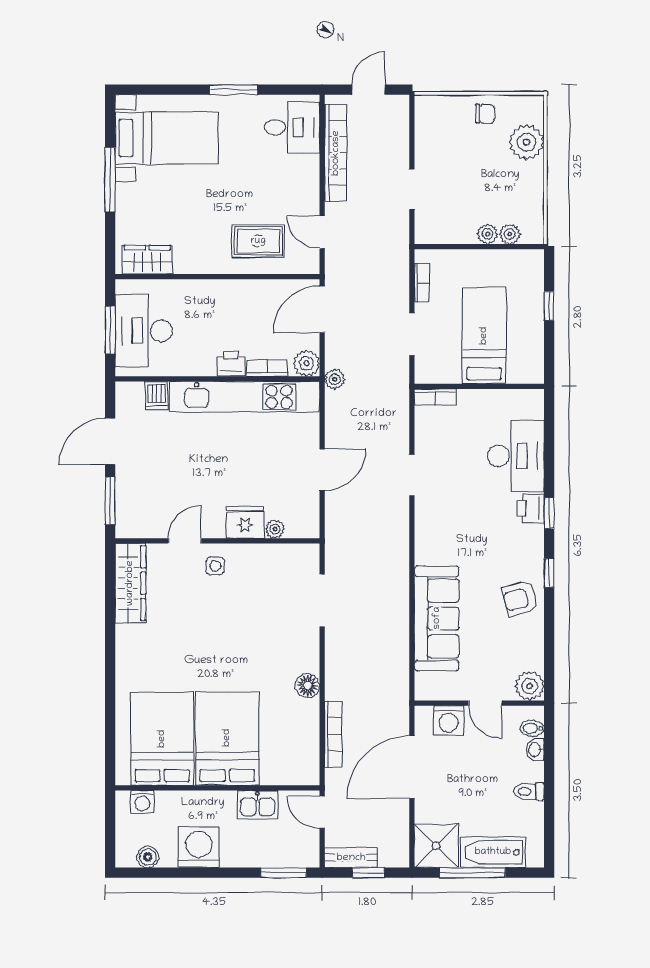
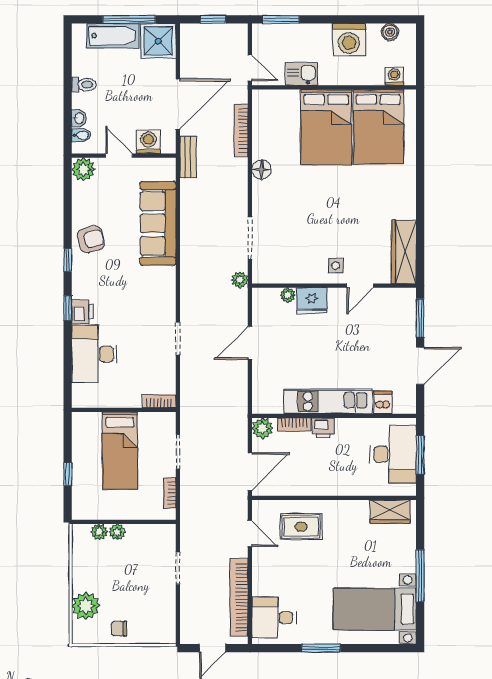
plant: (335, 379) -> (240, 280), moved
kitchen unit: (245, 397) -> (328, 401), width x0.73
bench: (351, 858) -> (188, 157), moved, turned 90

